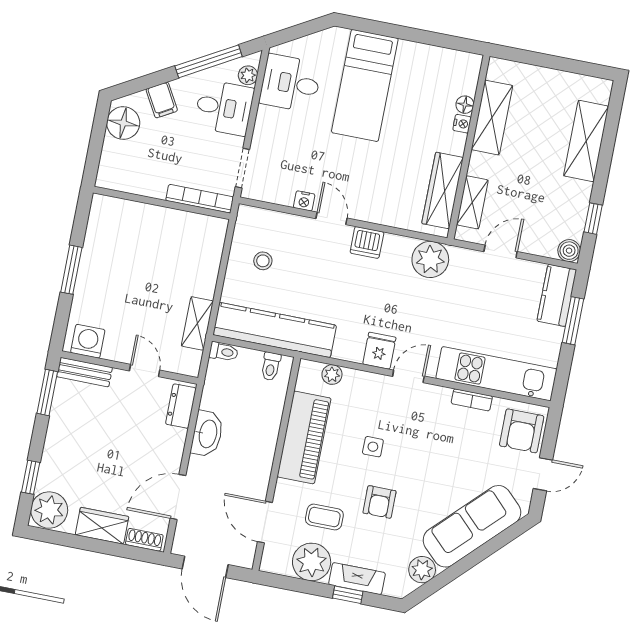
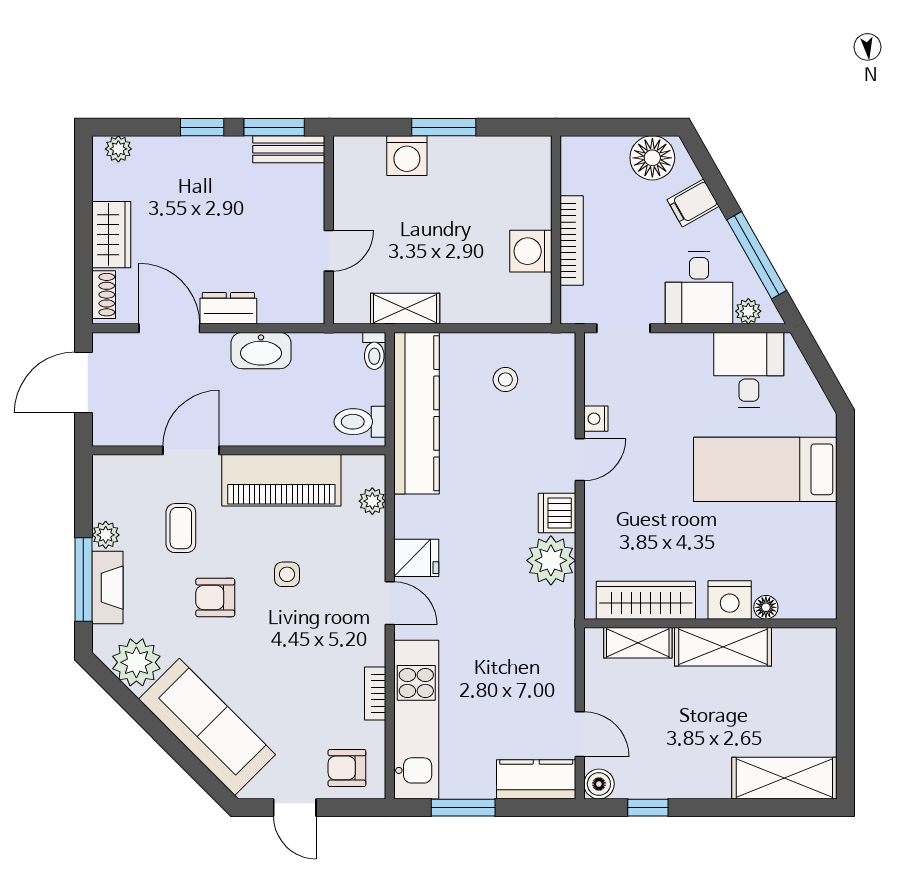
shelving: (492, 118) -> (723, 647), moved
nightstand: (462, 124) -> (730, 600), width x1.89, depth x1.79
shelving: (586, 141) -> (784, 778), moved
bookcase: (200, 199) -> (572, 241), moved
washing machine: (174, 224) -> (531, 251), added
door: (501, 252) -> (580, 734), moved
plant: (430, 259) -> (551, 560), moved
window: (573, 321) -> (463, 808), moved
washing machine: (88, 341) -> (407, 156), moved, turned 90
toilet: (271, 366) -> (360, 422), width x1.37, depth x1.39
bench: (85, 372) -> (289, 149), moved, turned 90
dresser: (181, 406) -> (228, 308), moved
armchair: (522, 431) -> (347, 768), width x0.72, depth x0.72
window: (31, 477) -> (202, 127), moved
plant: (49, 510) -> (118, 149), width x0.53, depth x0.53
door: (265, 522) -> (191, 450), moved
plant: (312, 562) -> (106, 535), width x0.53, depth x0.53
plant: (422, 570) -> (136, 662), width x1.36, depth x1.36
window: (348, 595) -> (83, 580), width x2.17

